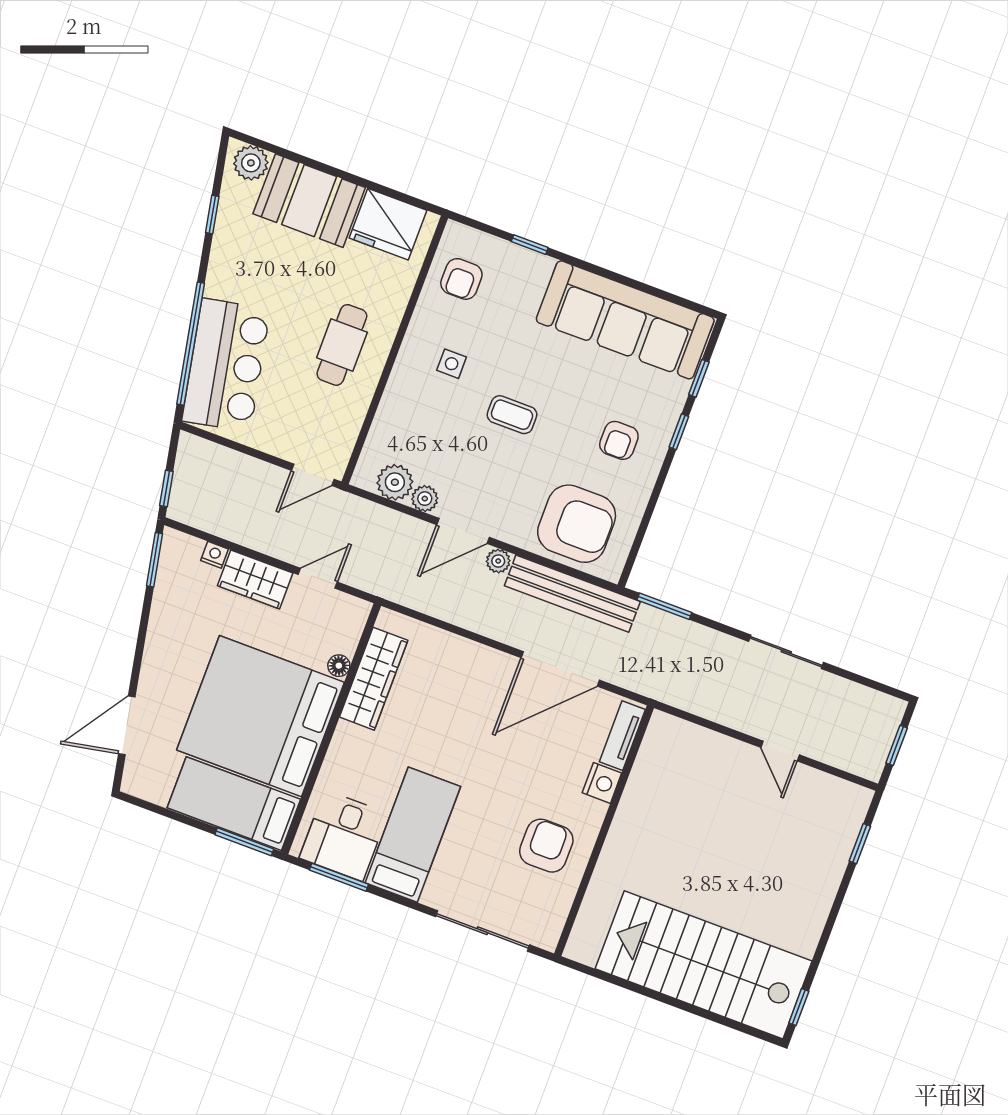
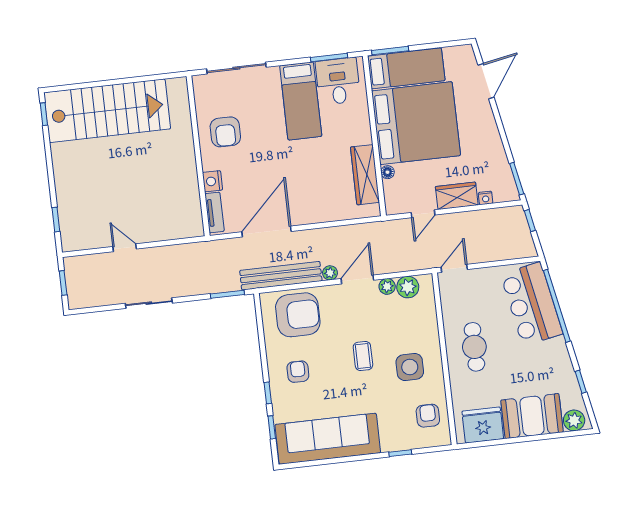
side table: (452, 364) -> (410, 367), width x1.87, depth x1.87
coffee table: (512, 415) -> (363, 356), turned 90
armchair: (577, 524) -> (298, 315), turned 180

